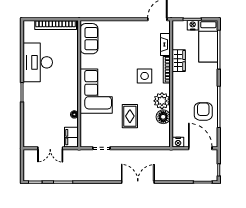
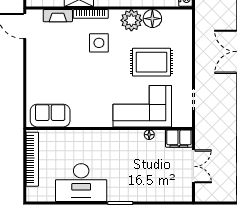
corner sofa: (96, 91) -> (142, 106), moved
rug: (130, 116) -> (151, 62), width x1.36, depth x1.43

